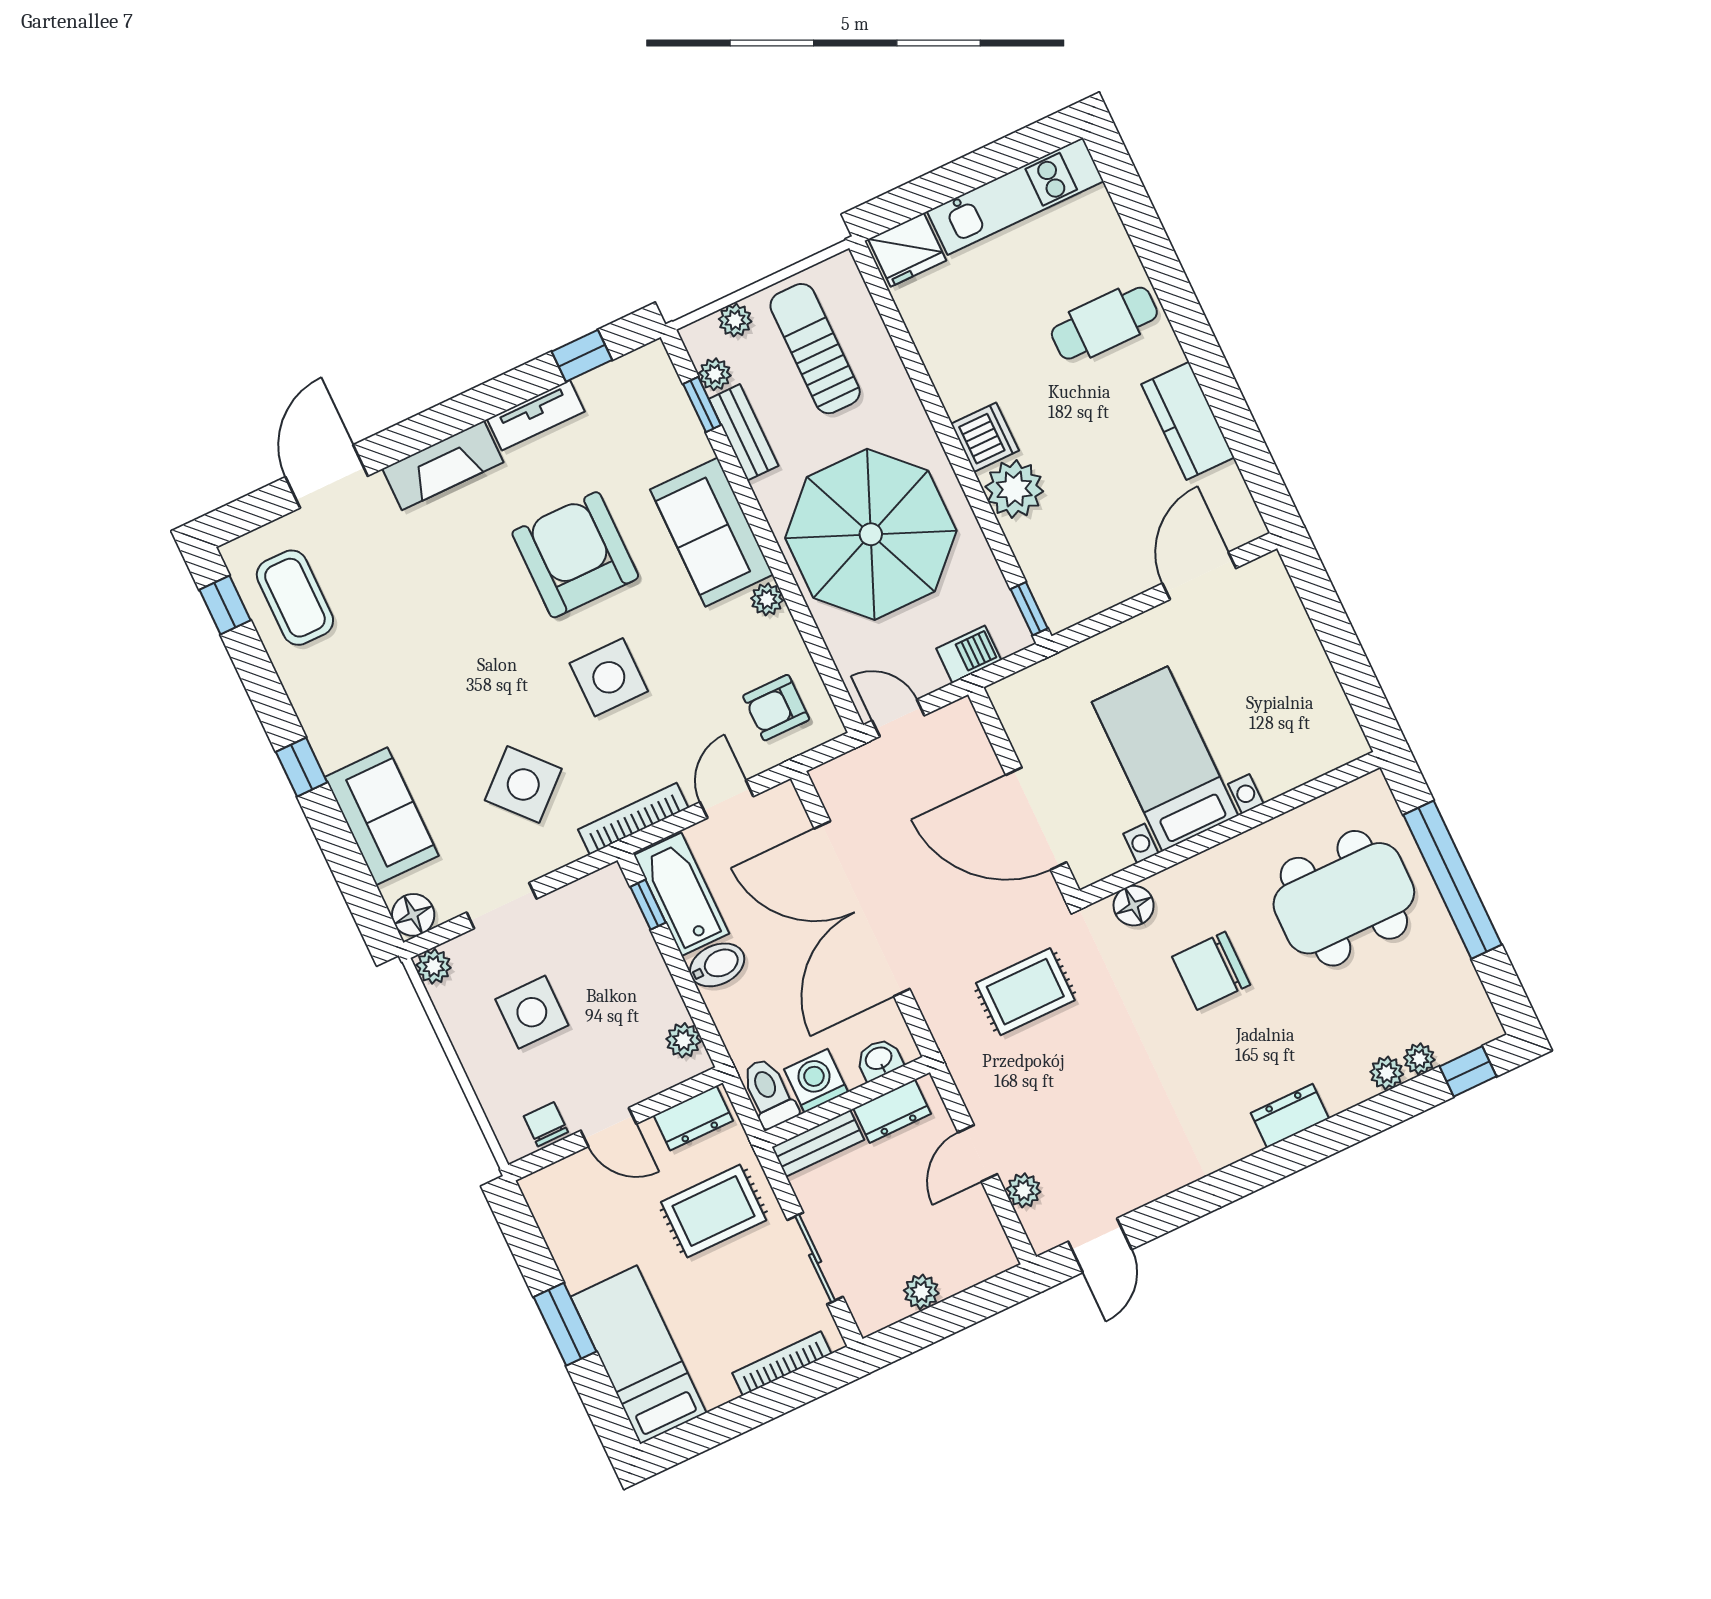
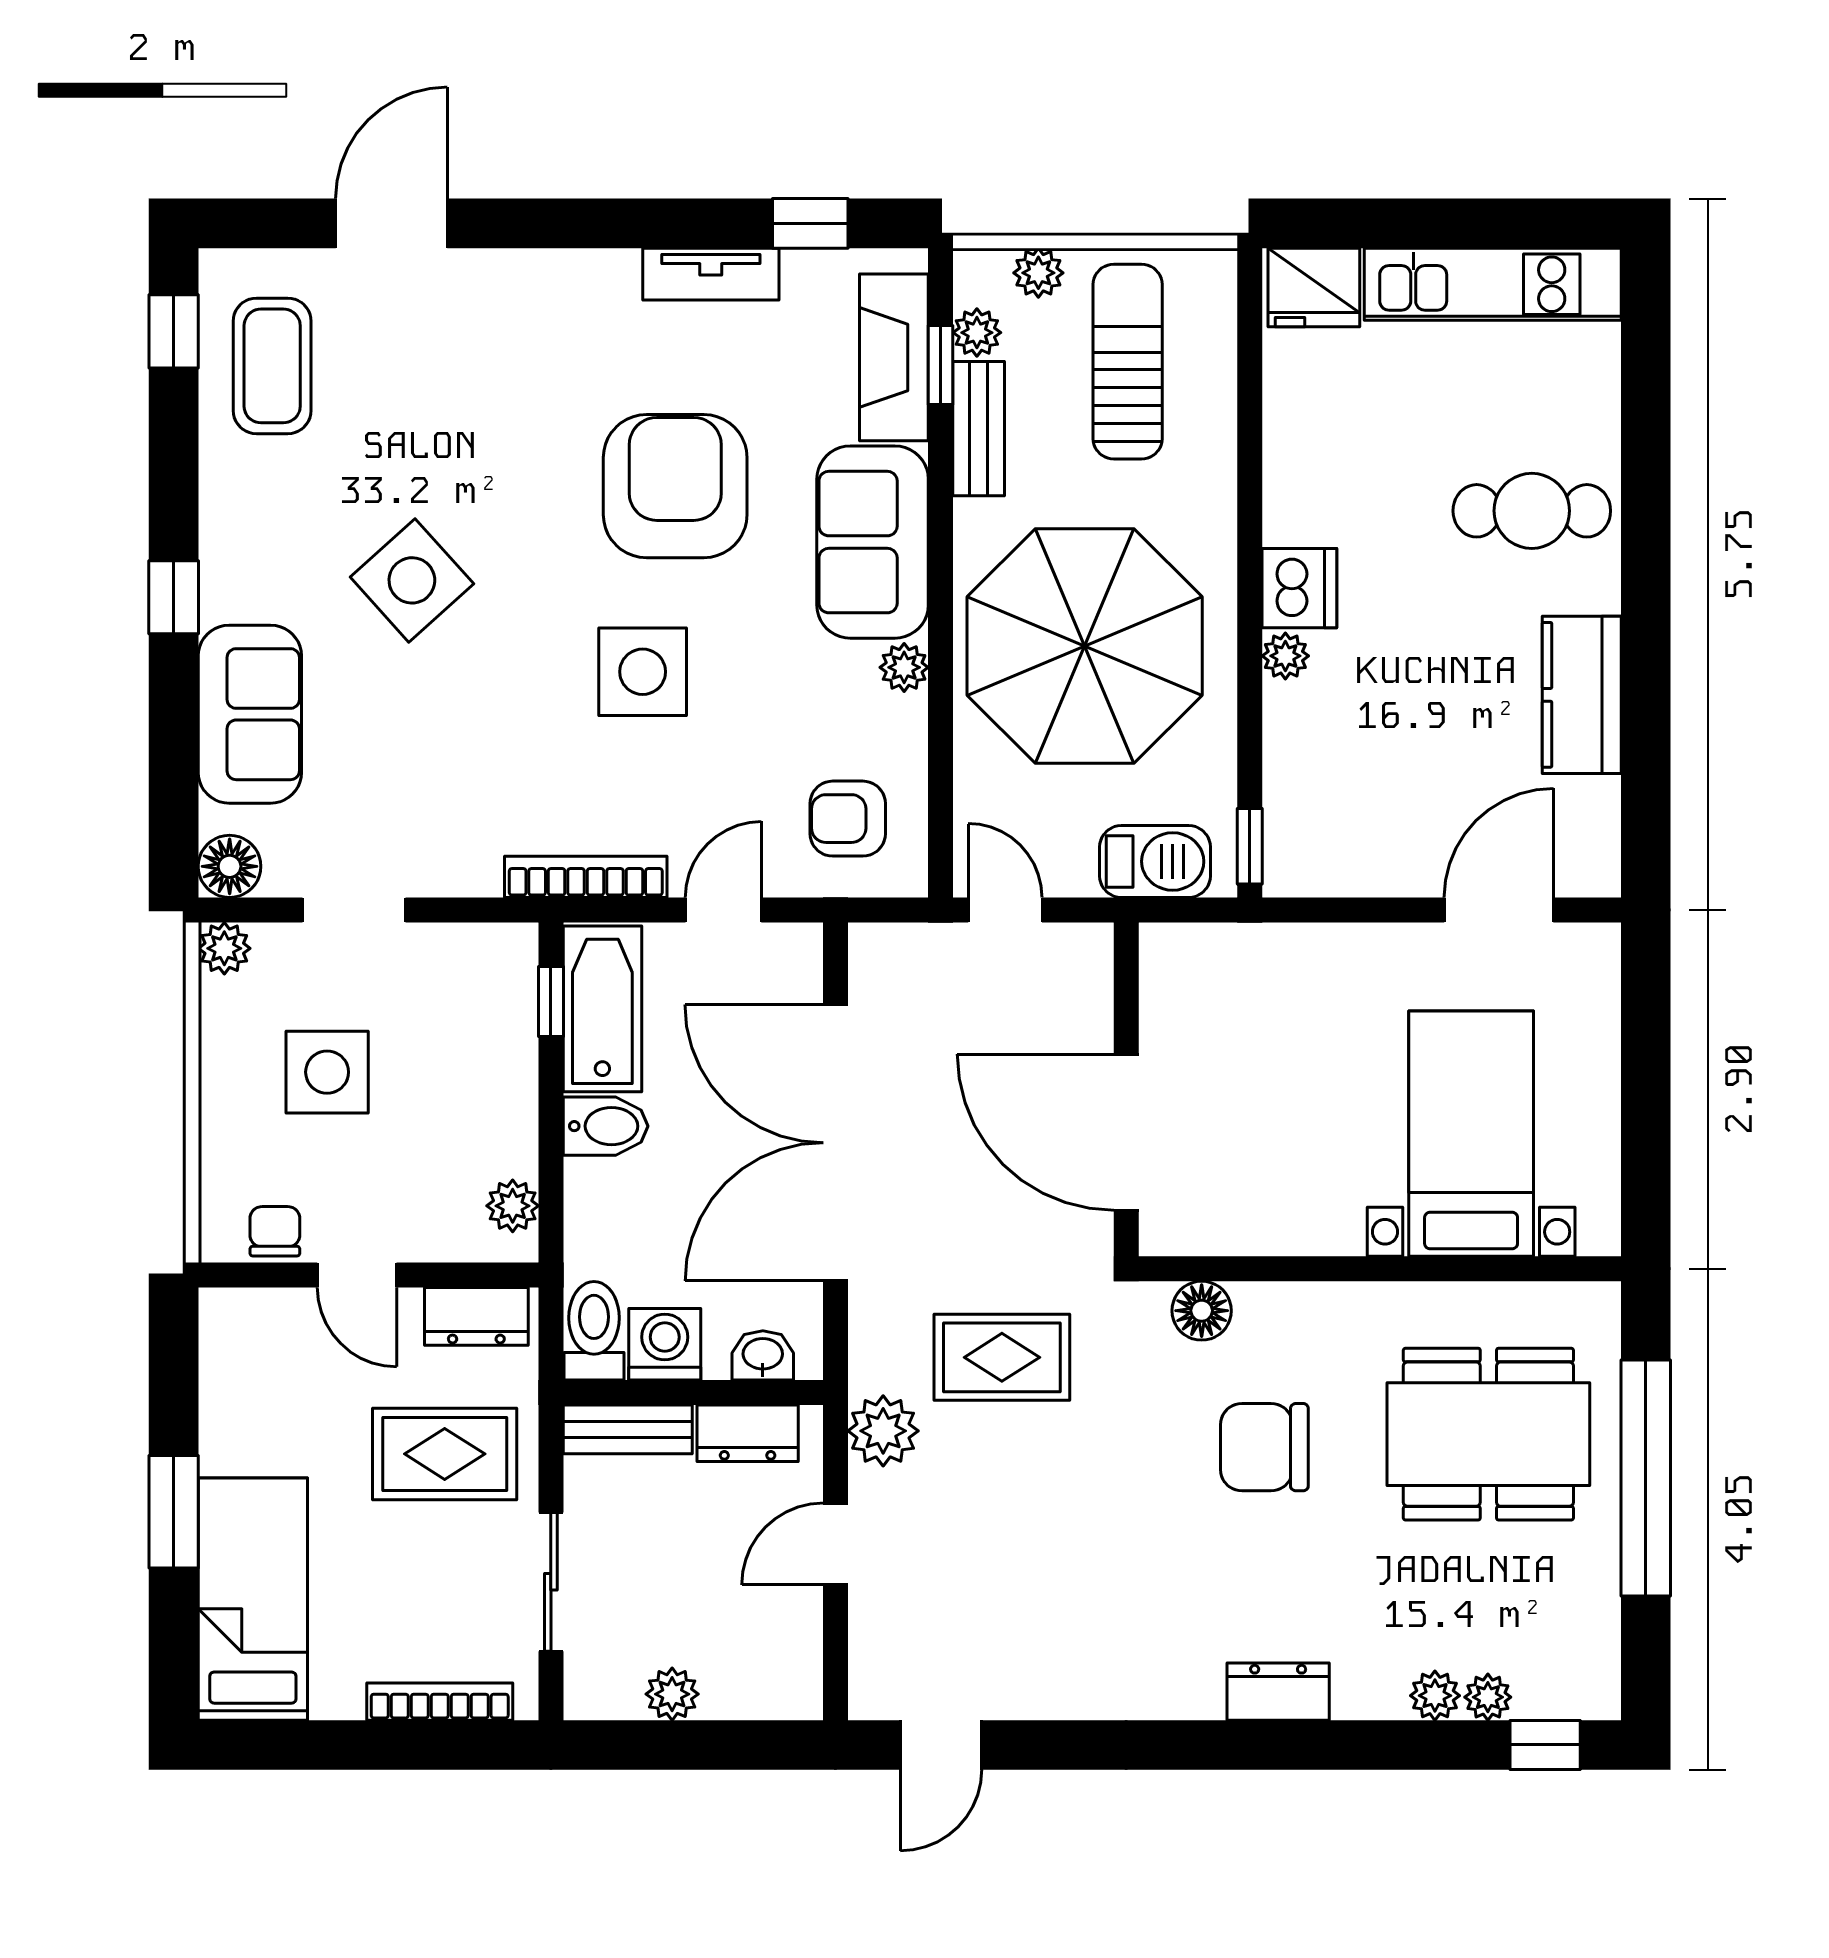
fireplace: (443, 465) -> (894, 357), moved, turned 90
plant: (1014, 489) -> (1285, 656), width x0.53, depth x0.53
barbecue: (969, 654) -> (1155, 861), width x1.38, depth x1.27
bed with nightstands: (1165, 759) -> (1471, 1134), moved
side table: (523, 785) -> (412, 580), moved
plant: (1024, 1190) -> (883, 1431), moved, width x1.38, depth x1.38

